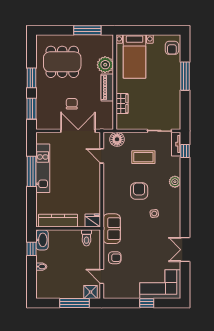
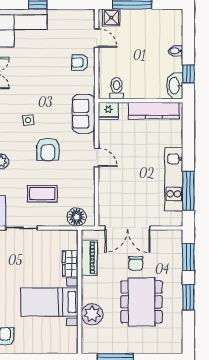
bed with nightstands: (135, 56) -> (49, 302), moved, turned -90
dining table: (62, 62) -> (142, 302), moved, turned 90
piano: (107, 87) -> (89, 258), moved
door: (102, 156) -> (97, 157), moved
window: (31, 171) -> (188, 191), moved
sofa: (112, 229) -> (84, 114), moved

